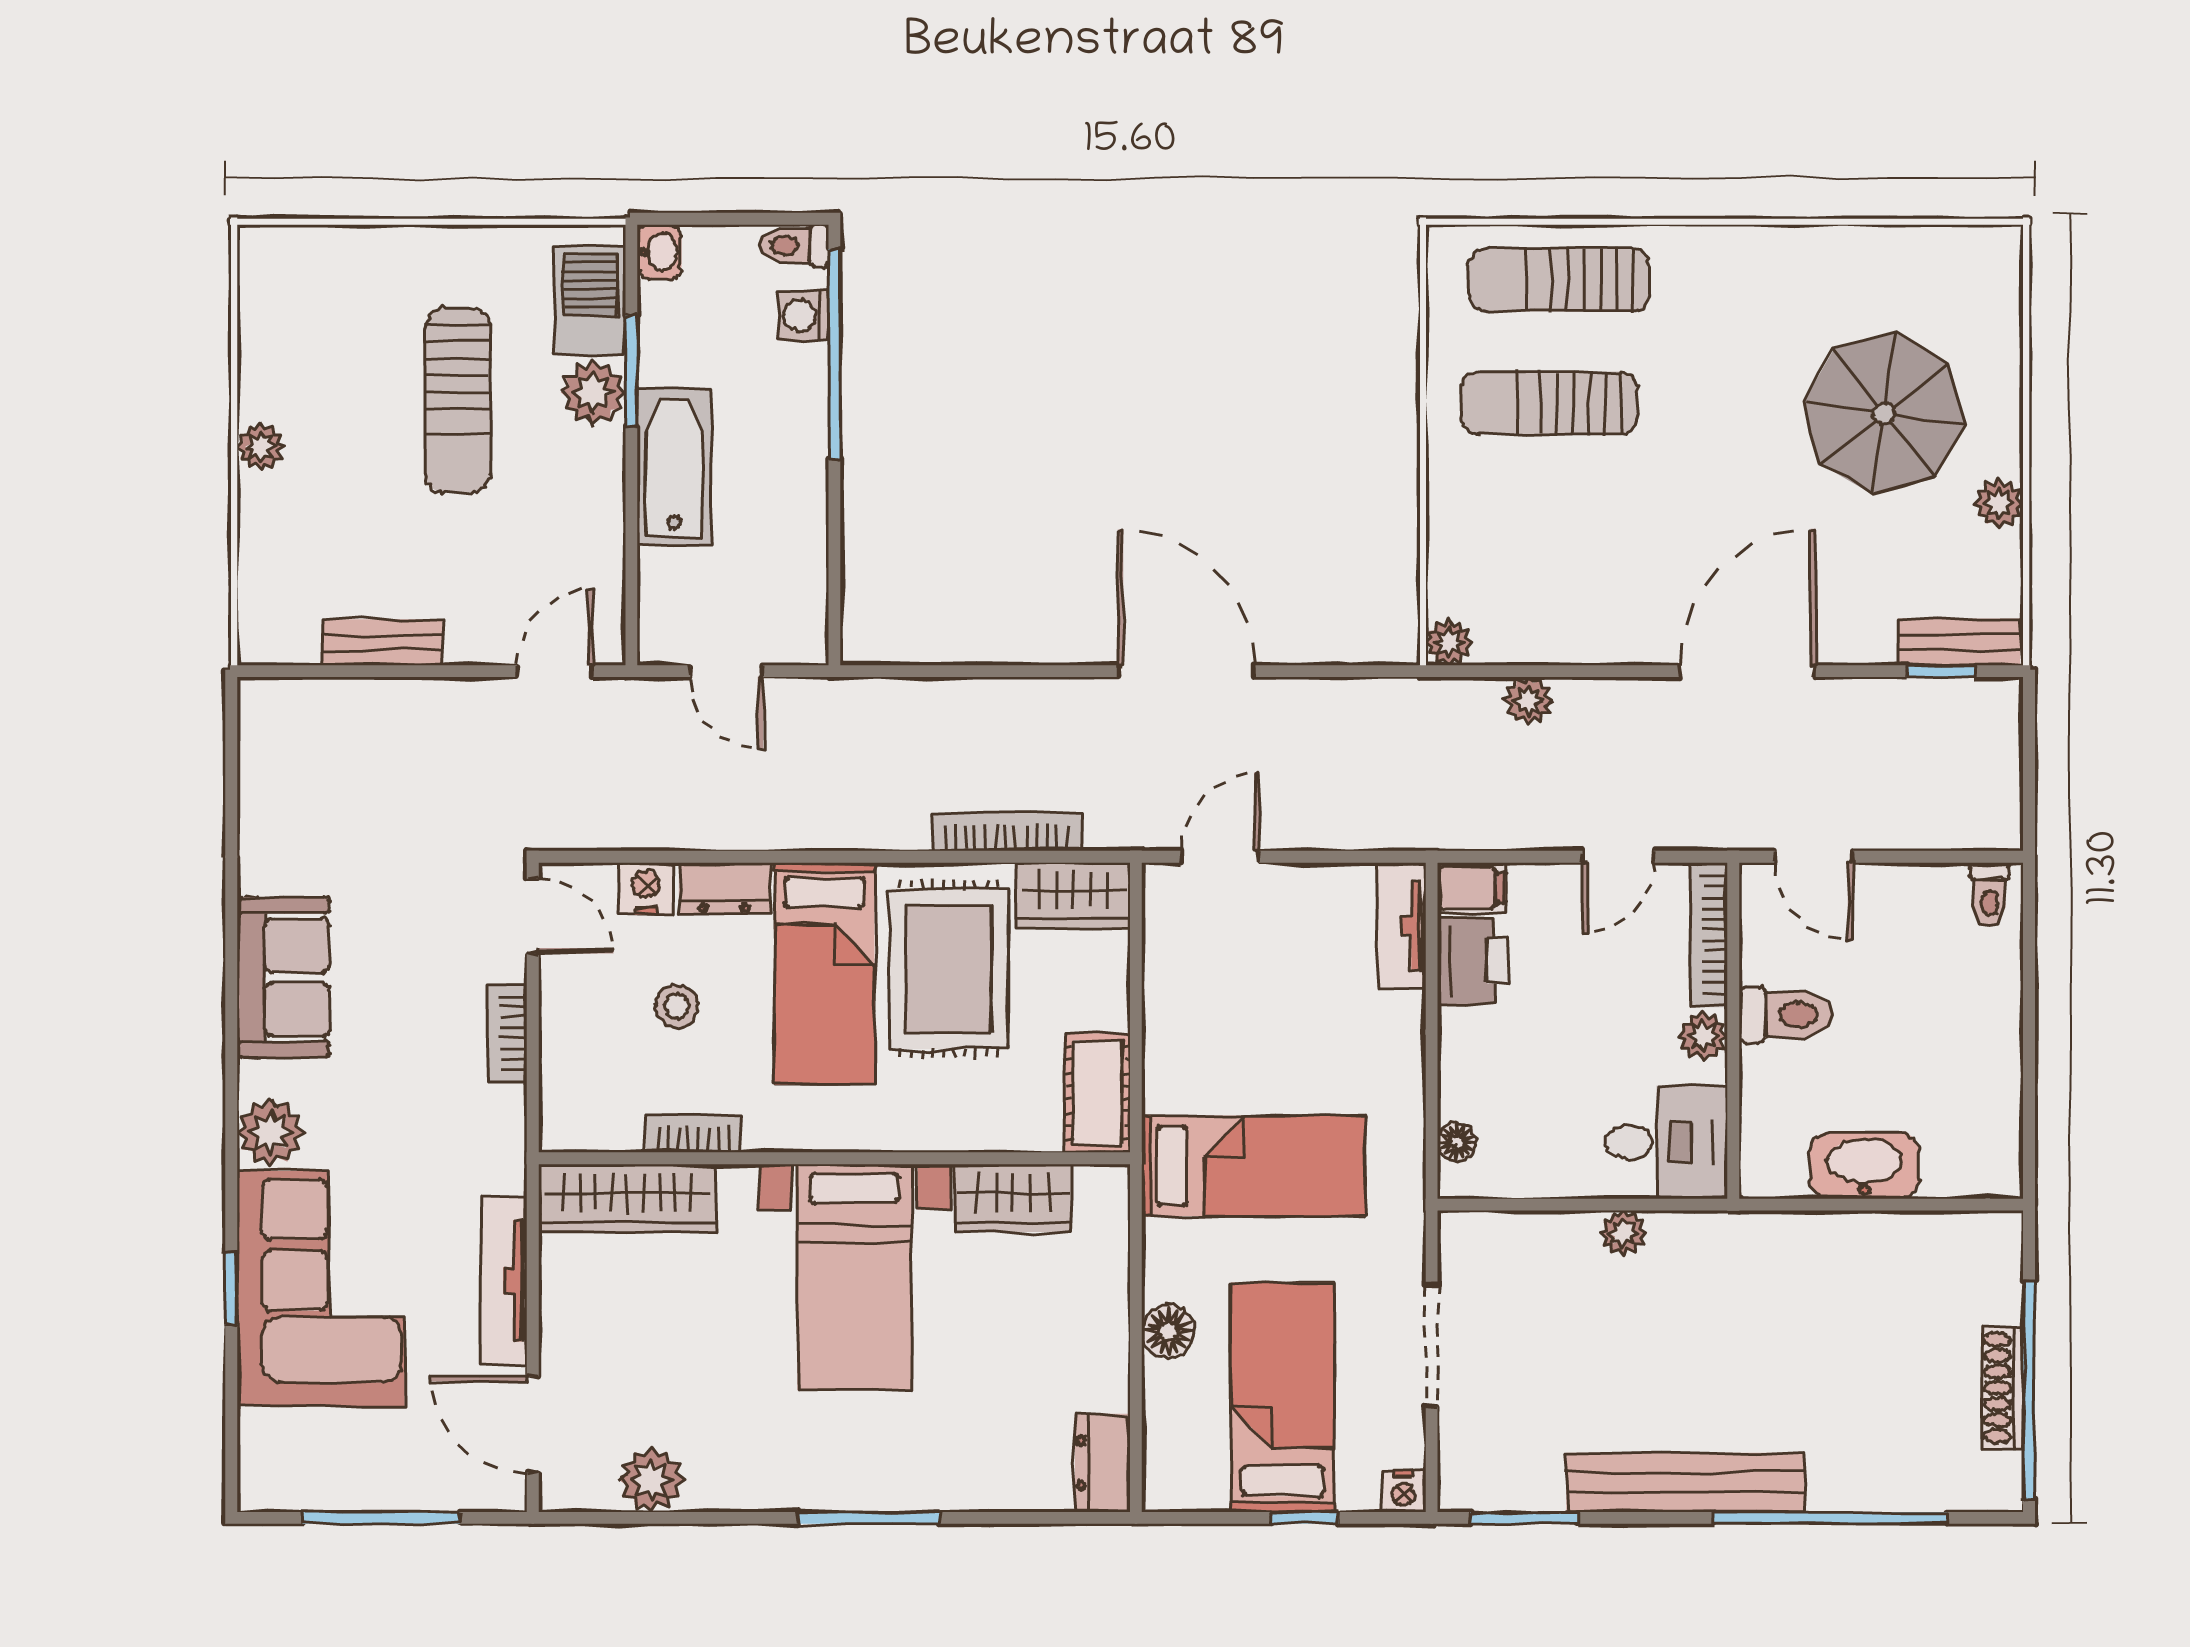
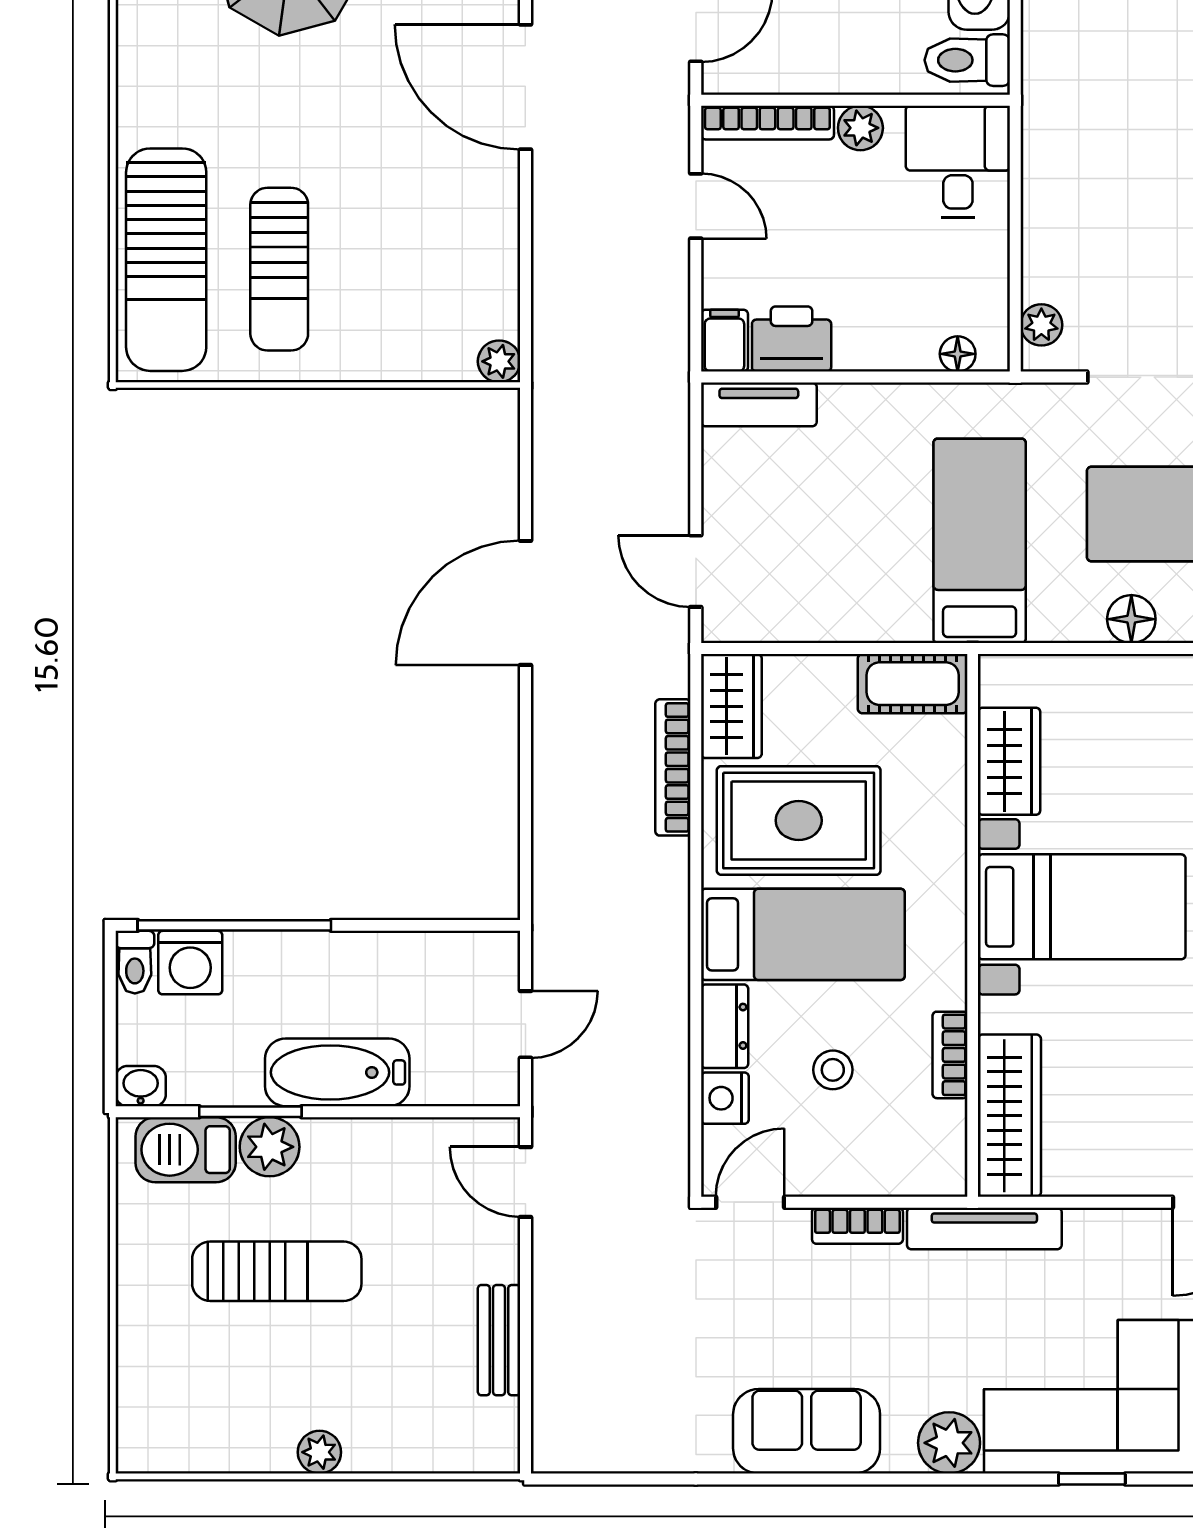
sun lounger: (1560, 280) -> (166, 260), width x1.36, depth x1.34
washing machine: (803, 316) -> (190, 963), width x1.38, depth x1.38
plant: (1529, 700) -> (552, 288), removed
toilet: (1786, 1015) -> (967, 60), moved, turned -90
plant: (1623, 1233) -> (1041, 325), moved
tv unit: (504, 1281) -> (984, 1228), moved

